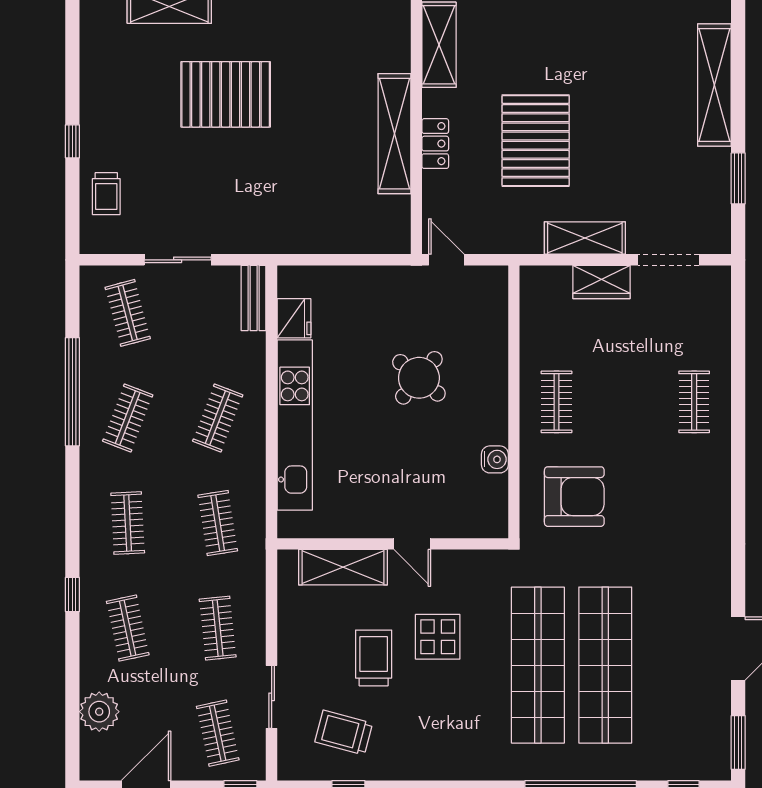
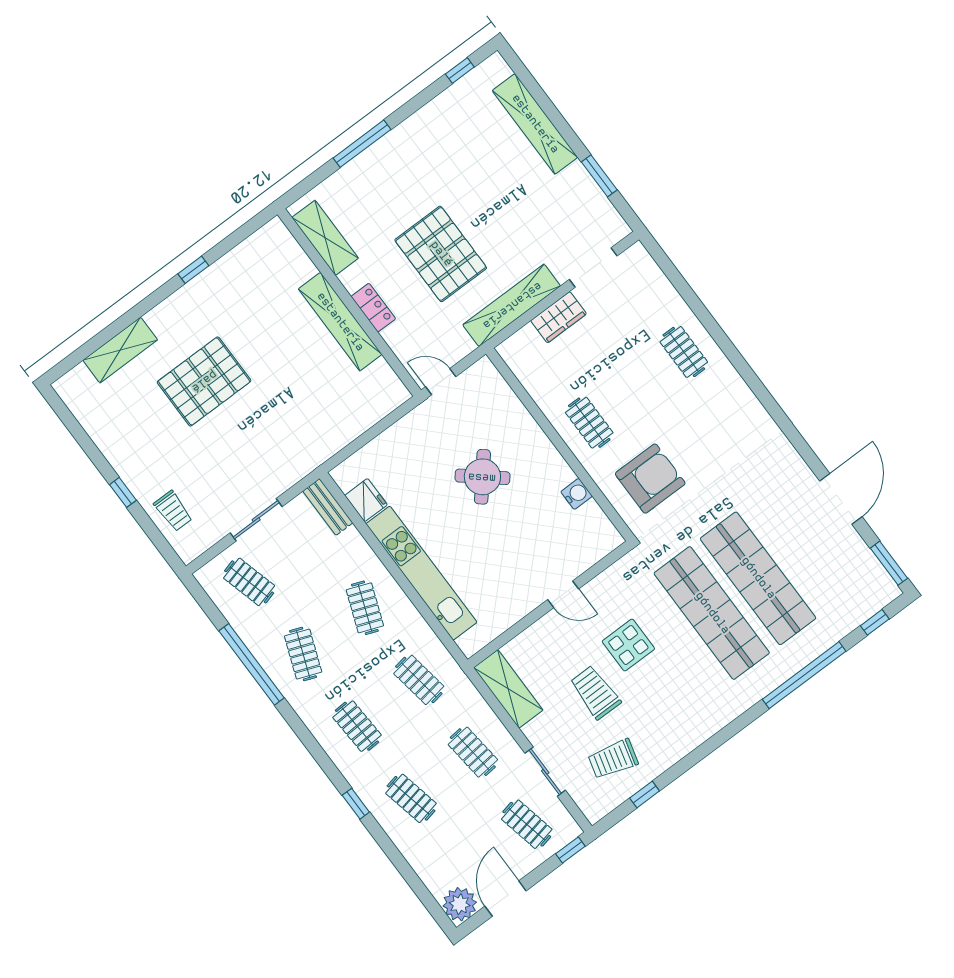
shelving: (585, 238) -> (512, 305), width x1.47
shelving: (343, 567) -> (508, 689), moved, turned 90
plant: (99, 712) -> (460, 904), moved

